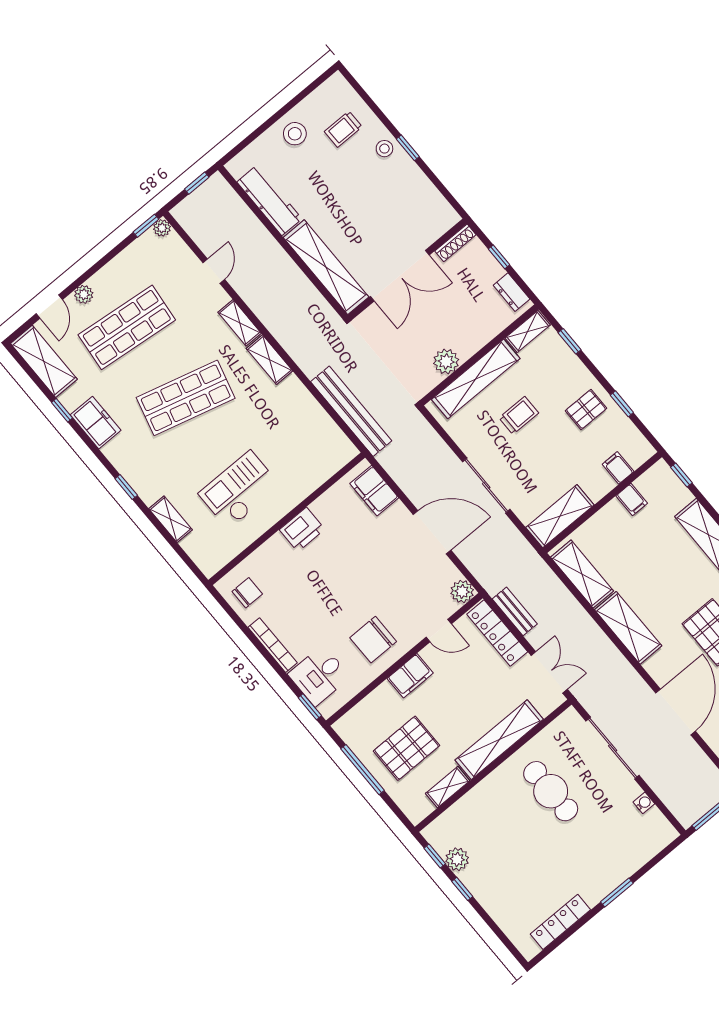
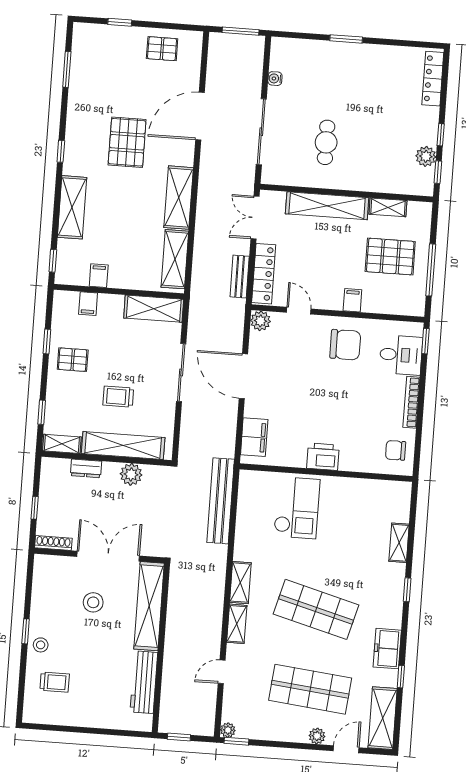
stool: (295, 134) -> (93, 602), moved
dresser: (512, 292) -> (86, 468), moved, turned 90
checkout: (239, 490) -> (297, 508), moved, turned -90
filing cabinet: (410, 676) -> (352, 300), width x0.50
cafe table: (551, 791) -> (326, 142), width x0.73, depth x0.74
locker: (560, 922) -> (433, 79), moved, turned 90

